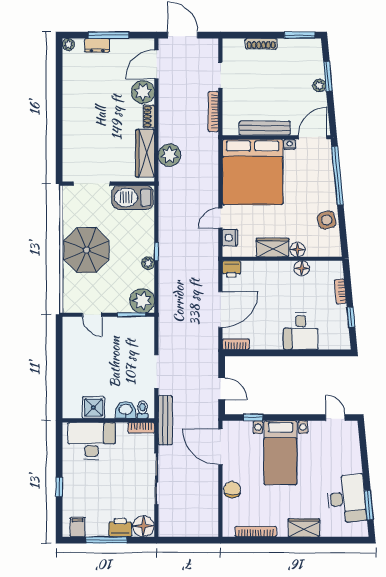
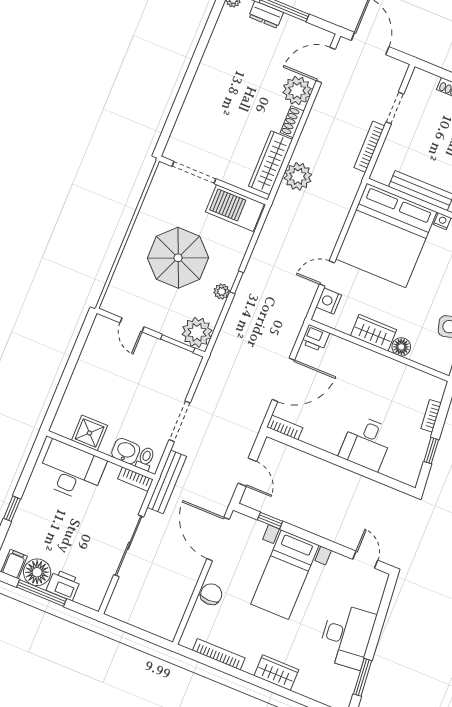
parasol: (86, 250) -> (178, 258), moved
floor lamp: (302, 268) -> (397, 371), removed
desk: (346, 499) -> (347, 636), moved
floor lamp: (143, 526) -> (37, 572), moved

